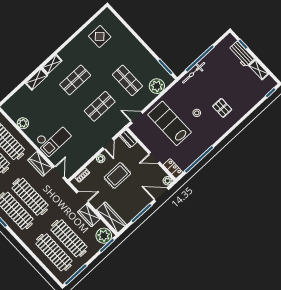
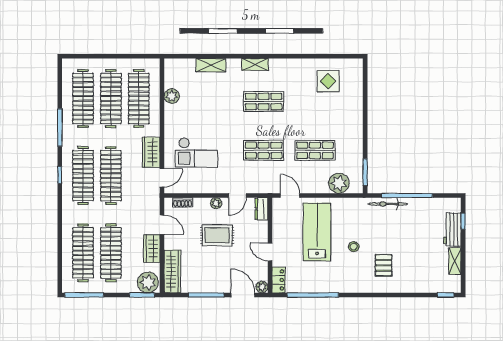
shelving: (37, 79) -> (211, 65), moved
shop shelf: (127, 80) -> (315, 150), turned 90
checkout: (53, 138) -> (196, 152), moved

